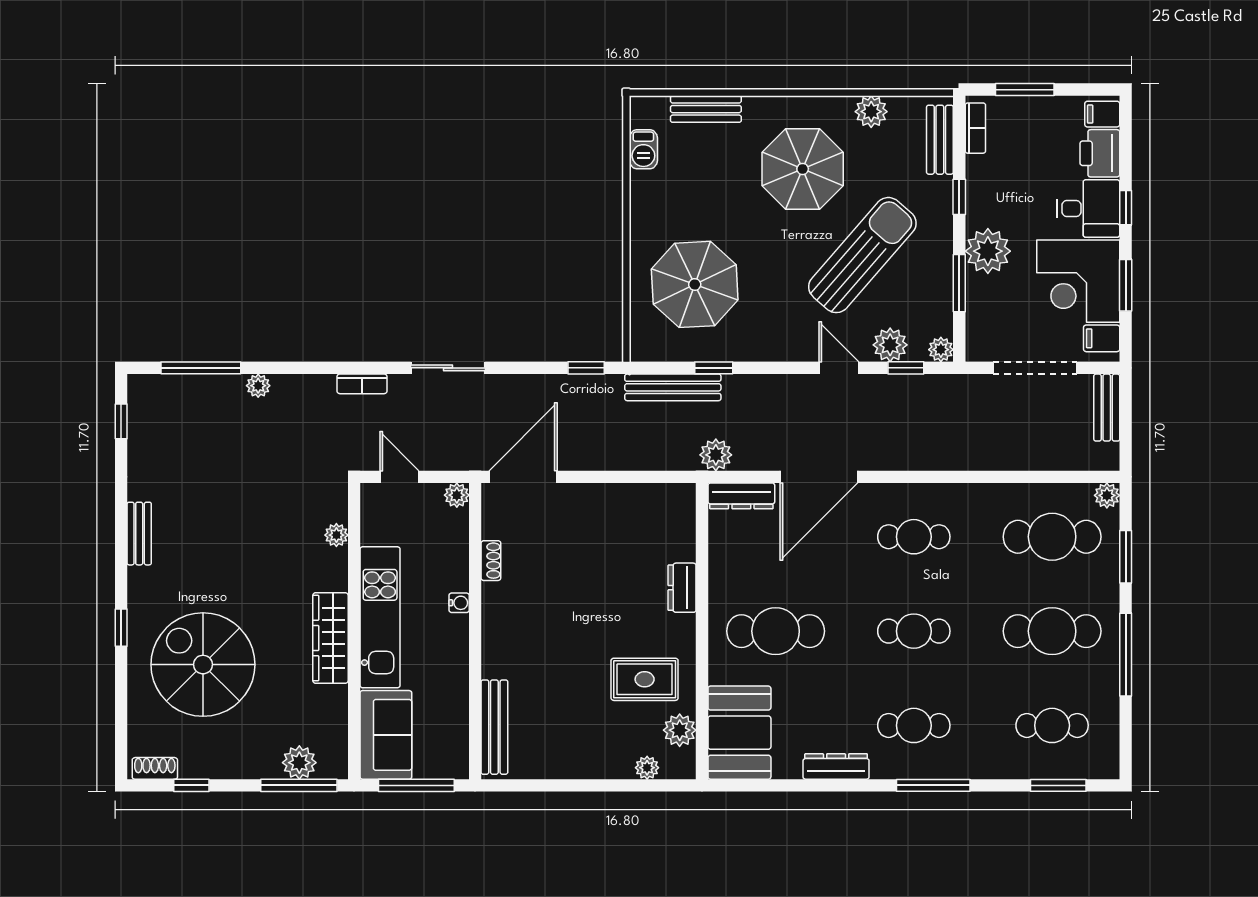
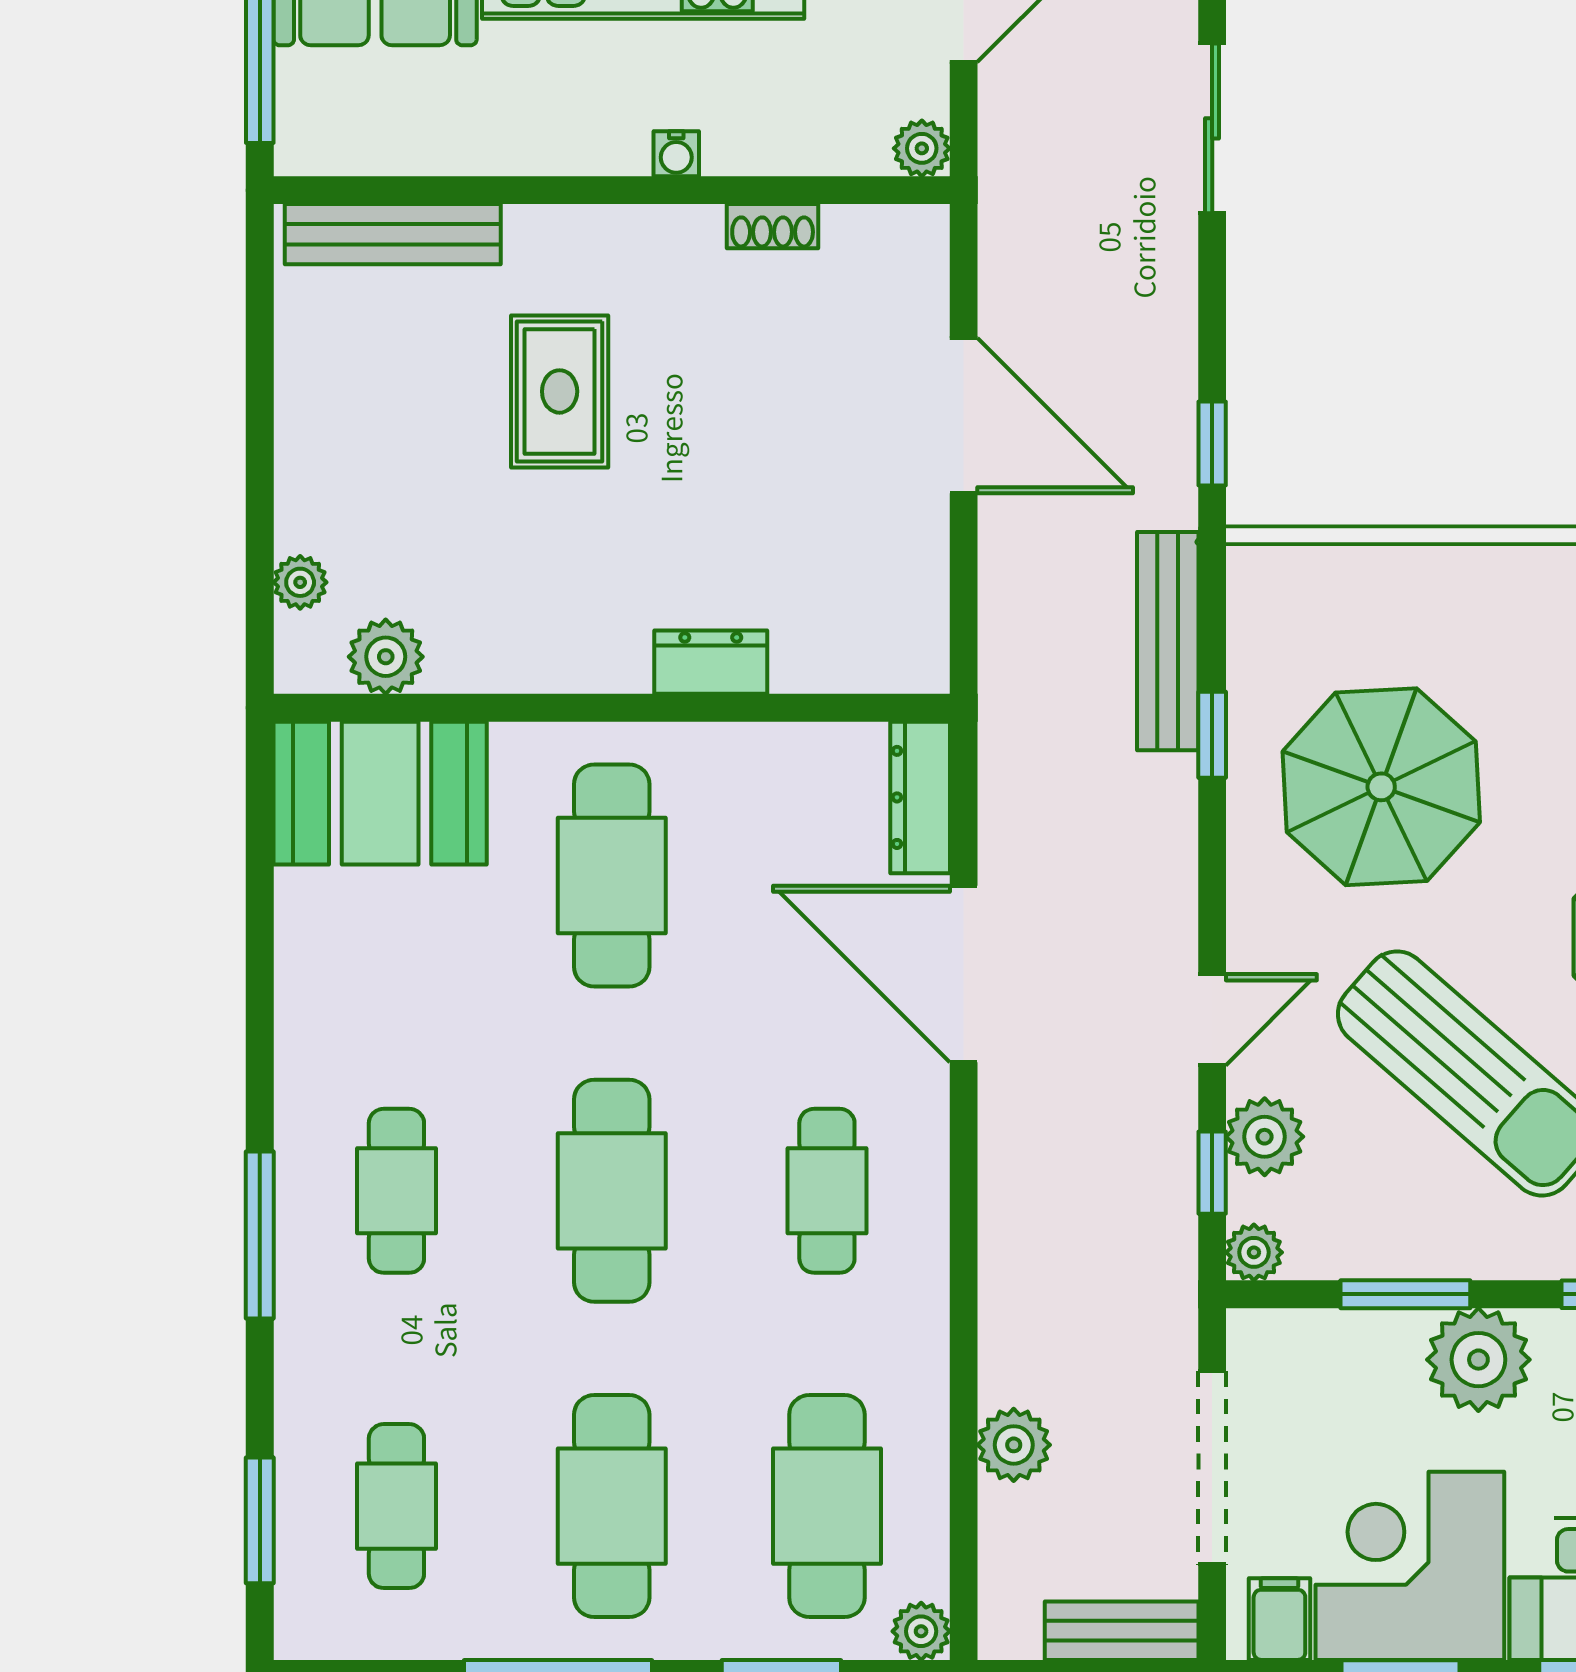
parasol: (695, 284) -> (1381, 787), moved
plant: (716, 455) -> (1014, 1445), moved
door: (523, 477) -> (964, 416), moved
cafe table: (914, 631) -> (612, 1191), width x1.37, depth x1.35
rug: (645, 679) -> (560, 391), moved
dresser: (836, 767) -> (303, 1013), removed

